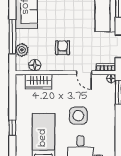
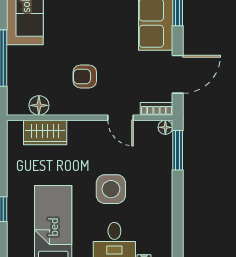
armchair: (63, 48) -> (85, 76), turned -90
plant: (22, 50) -> (17, 80), removed

